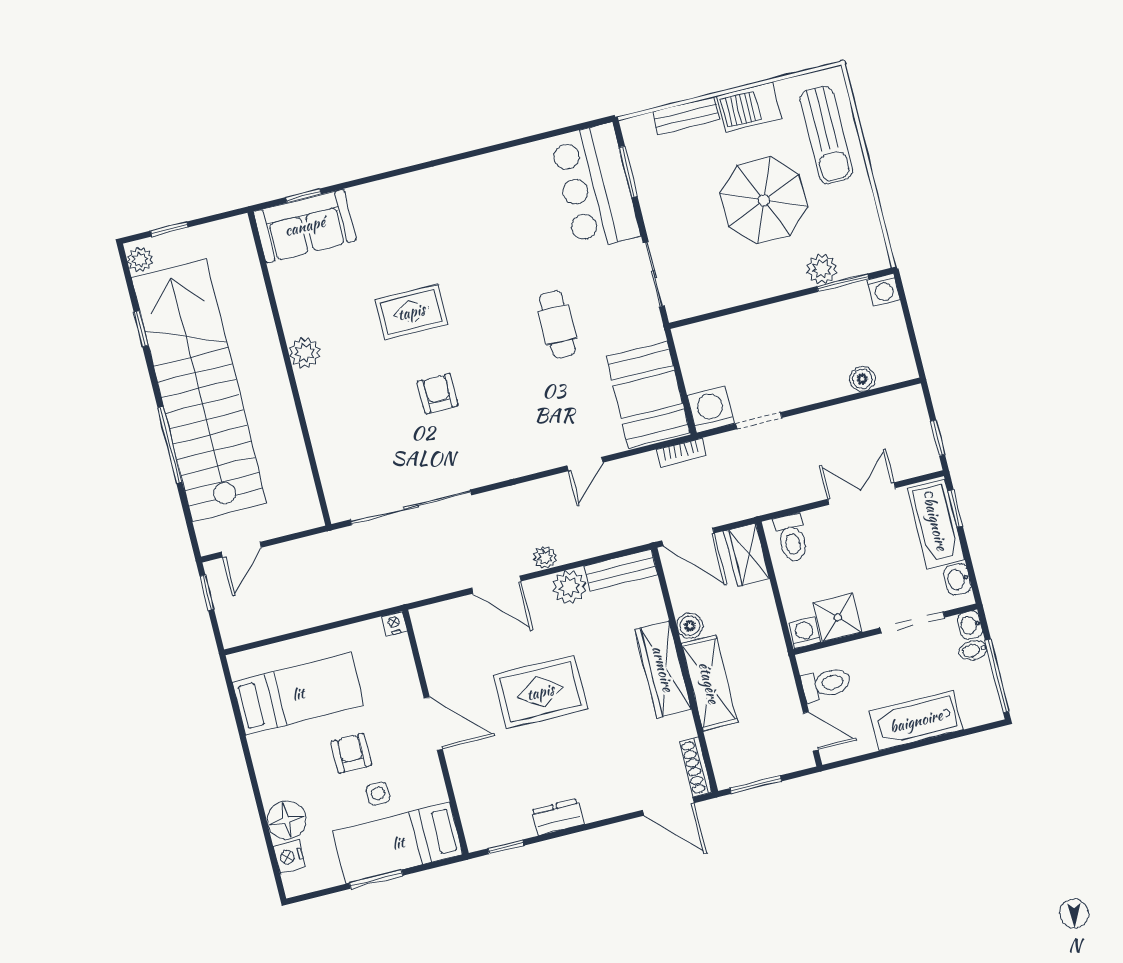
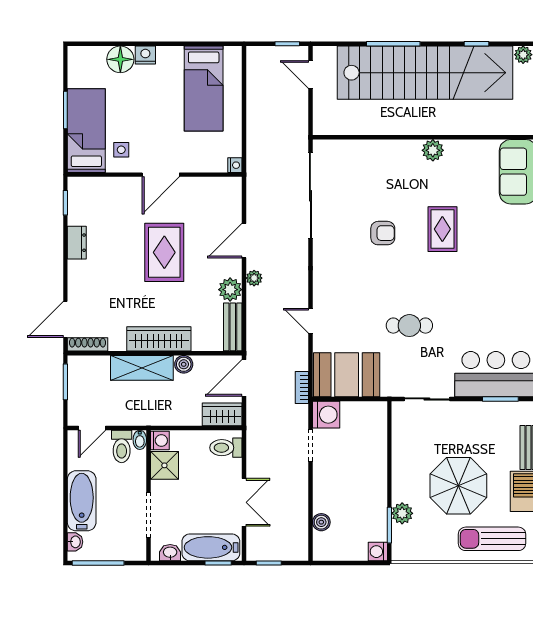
washbasin: (970, 625) -> (75, 542), moved, turned 90
bidet: (973, 650) -> (140, 440), moved, turned 180
armchair: (351, 753) -> (155, 114), removed
side table: (378, 794) -> (121, 150), moved
nightstand: (289, 857) -> (145, 55), moved

